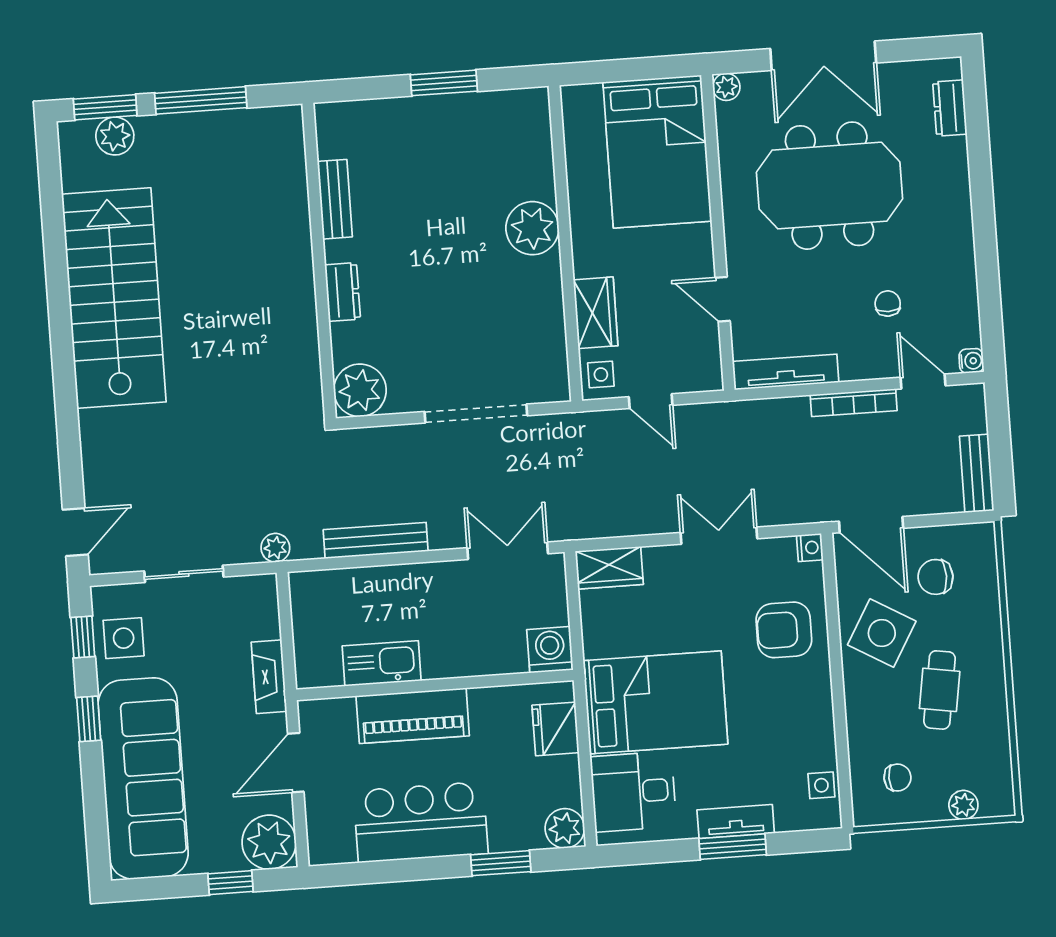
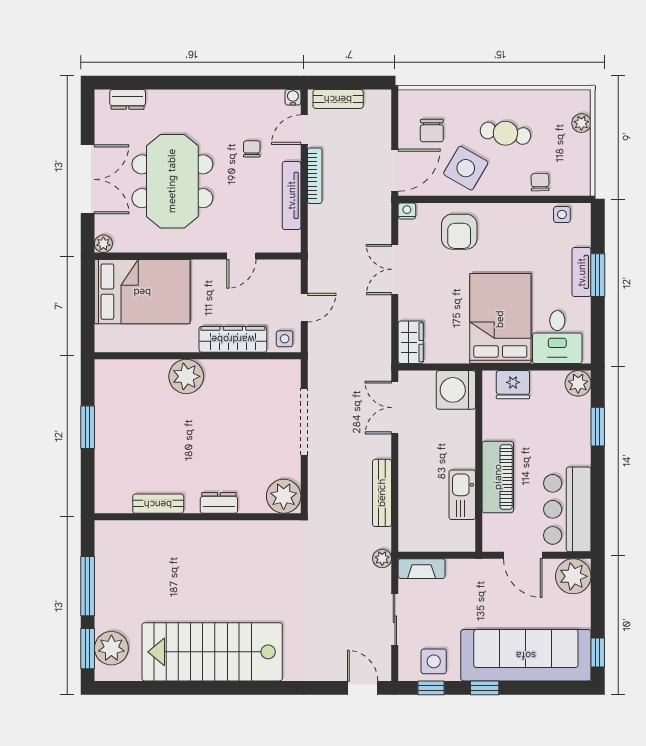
plant: (115, 136) -> (111, 648), width x1.36, depth x1.36
chair: (888, 303) -> (252, 149), turned 90
wardrobe: (596, 313) -> (233, 339), width x1.50
tv unit: (786, 372) -> (292, 195), moved
bench: (977, 473) -> (338, 99), moved
washing machine: (550, 650) -> (456, 390), width x1.37, depth x1.37
fireplace: (269, 677) -> (422, 569), moved
chair: (897, 778) -> (540, 182), moved
bar counter: (421, 822) -> (567, 509), moved
window: (231, 883) -> (598, 653), moved

